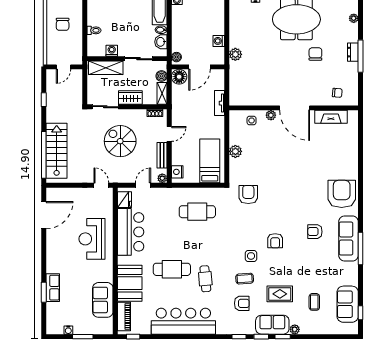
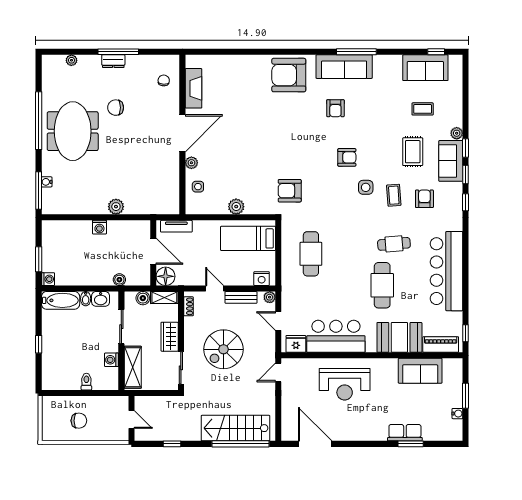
wall: (198, 67) -> (153, 253), moved
door: (199, 67) -> (153, 251), moved
floor lamp: (179, 77) -> (166, 276), moved

